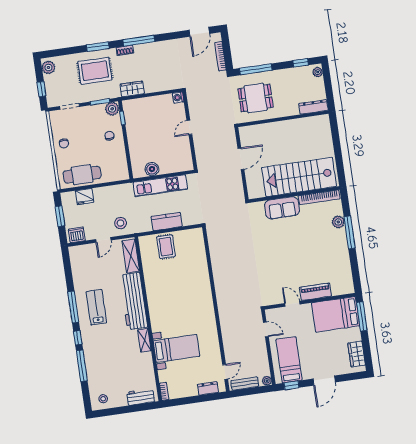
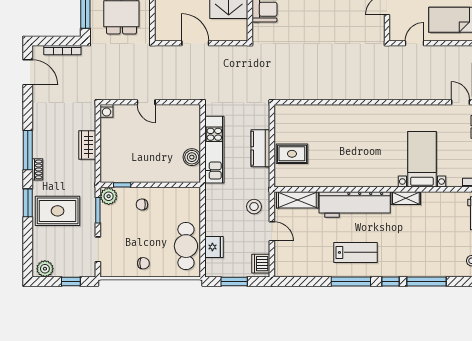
rug: (95, 71) -> (58, 211), turned 90
wardrobe: (132, 89) -> (87, 145), moved
lab bench: (96, 307) -> (355, 252), turned 180

